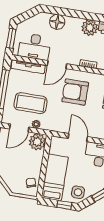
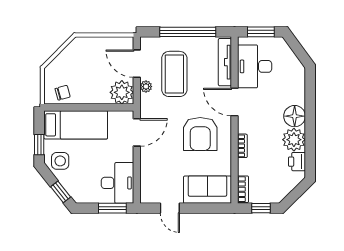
floor lamp: (57, 22) -> (295, 116), moved
armchair: (75, 92) -> (200, 134), turned 180
door: (78, 138) -> (137, 132), moved

